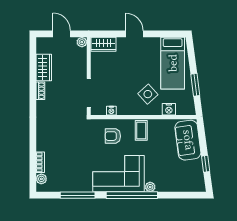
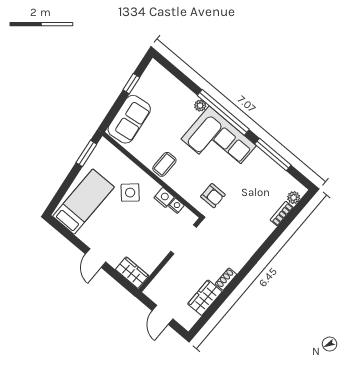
plant: (82, 42) -> (150, 291), removed
window: (195, 85) -> (86, 153), moved
nightstand: (169, 109) -> (164, 197), moved
armchair: (113, 136) -> (213, 196), moved

